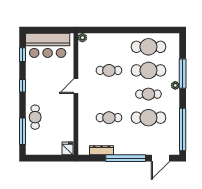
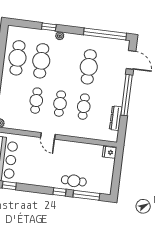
window: (183, 74) -> (49, 27), width x0.46
window: (23, 86) -> (59, 192), moved
cafe table: (148, 94) -> (60, 104), moved

